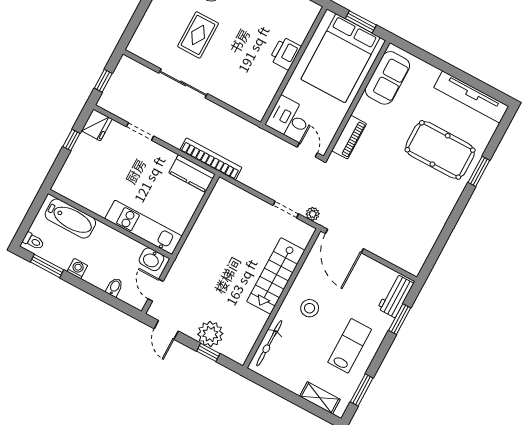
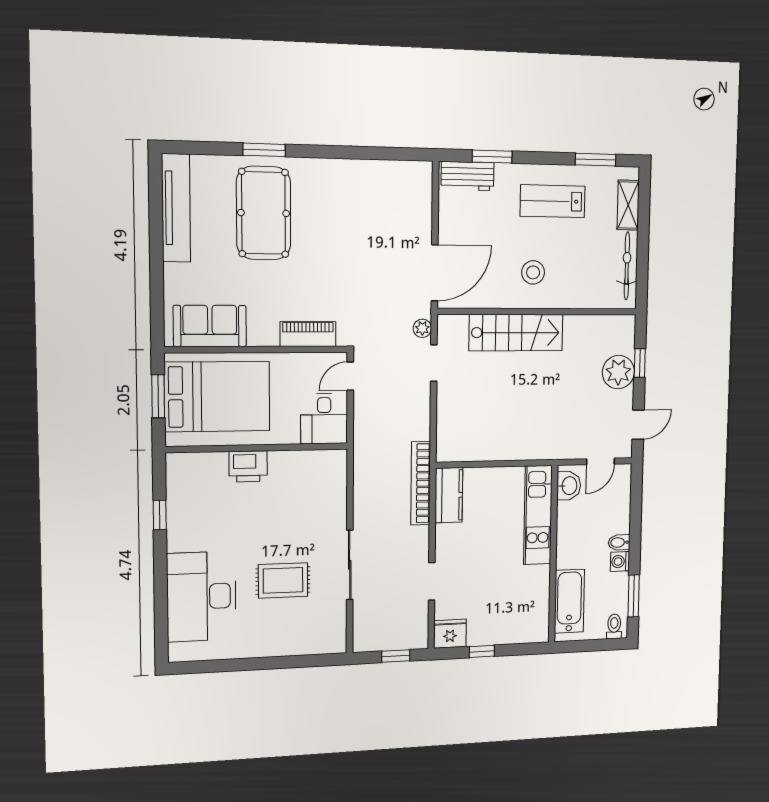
bidet: (114, 287) -> (619, 542), moved
bicycle: (269, 343) -> (627, 266), moved, turned -90

